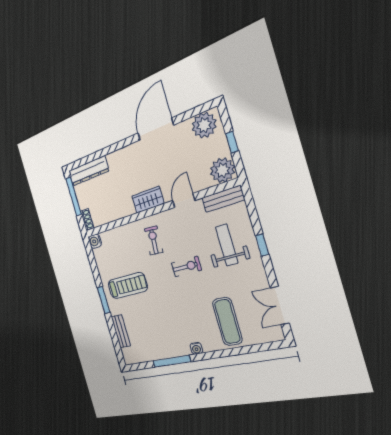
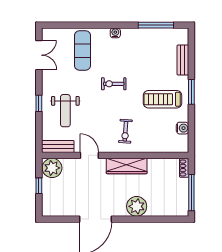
plant: (204, 125) -> (137, 206), moved
dresser: (89, 171) -> (168, 209), removed
wardrobe: (148, 200) -> (127, 166), width x1.50
door: (184, 201) -> (89, 155), swing flipped
water cooler: (95, 241) -> (183, 128), moved
exercise bike: (186, 267) -> (114, 84), moved
window: (172, 361) -> (156, 25), moved

